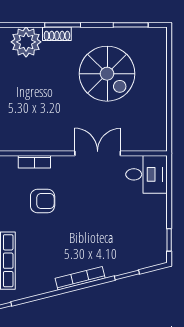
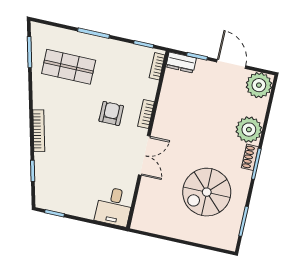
double door: (98, 153) -> (144, 155), moved
armchair: (43, 201) -> (111, 113), turned 180

